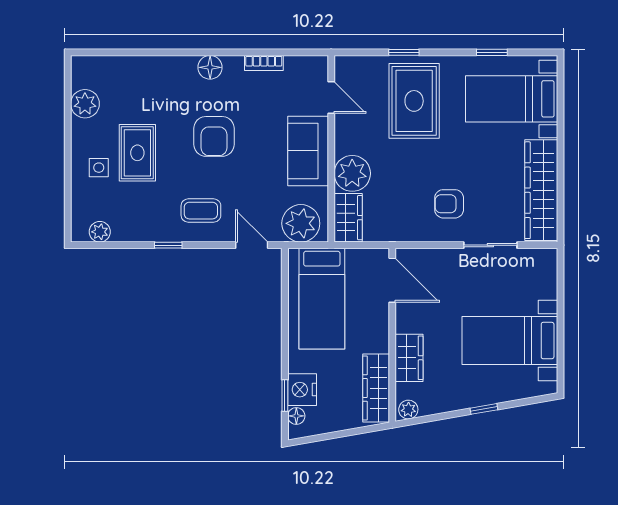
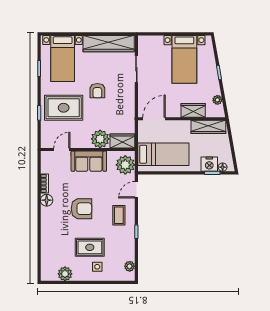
floor lamp: (210, 67) -> (47, 200), moved
armchair: (449, 204) -> (97, 91), moved
plant: (408, 410) -> (217, 100), moved

